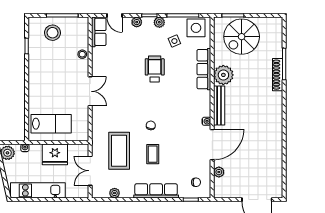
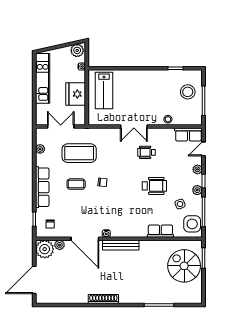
row of seats: (204, 69) -> (160, 231), width x0.68
plant: (223, 75) -> (45, 249), moved
shoe rack: (278, 75) -> (103, 299), moved
wheelchair: (118, 78) -> (146, 152), added

